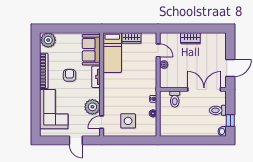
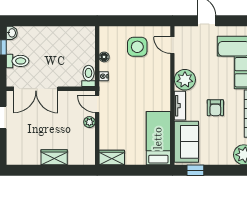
window: (84, 28) -> (195, 170), added
wardrobe: (132, 38) -> (112, 157), moved
door: (158, 50) -> (97, 104), moved
toilet: (175, 99) -> (89, 76), moved
plant: (92, 107) -> (185, 80), moved
door: (102, 122) -> (172, 45), swing flipped

